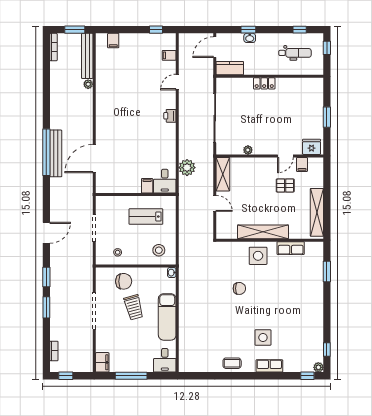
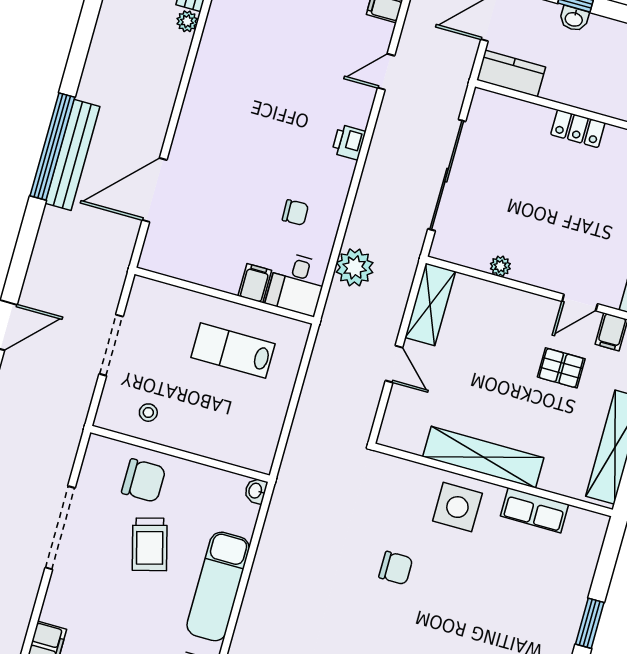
chair: (156, 151) -> (295, 212), added
stool: (159, 250) -> (241, 433), removed
window: (327, 271) -> (590, 623), moved

